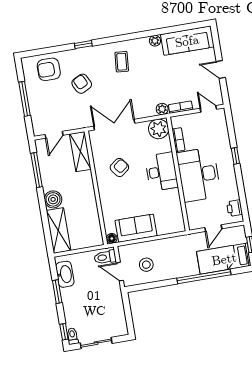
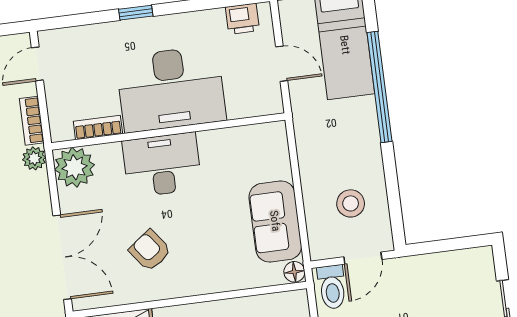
double door: (114, 125) -> (62, 257), swing flipped

